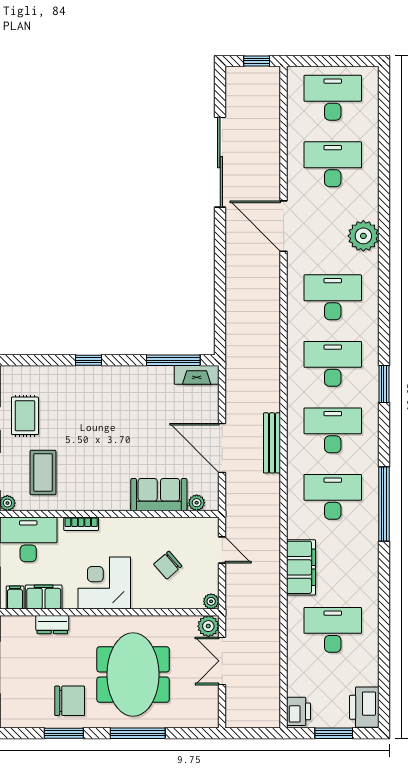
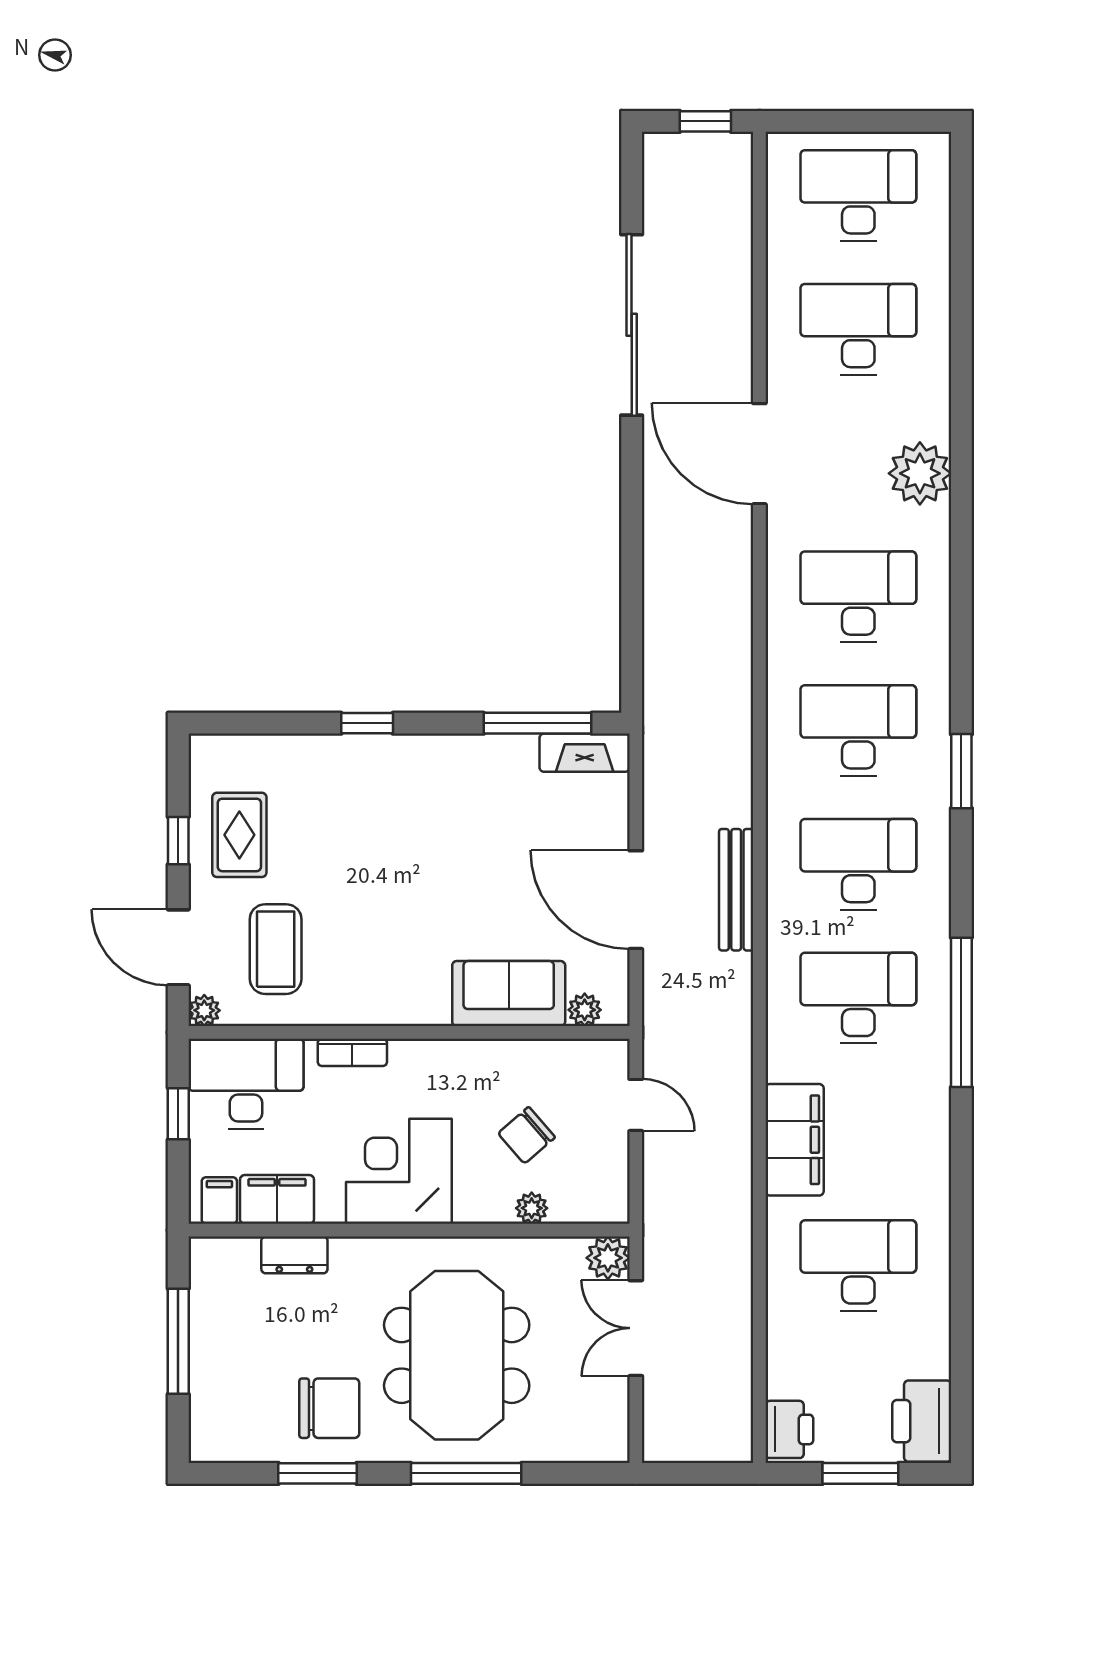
plant: (211, 601) -> (532, 1208), moved

